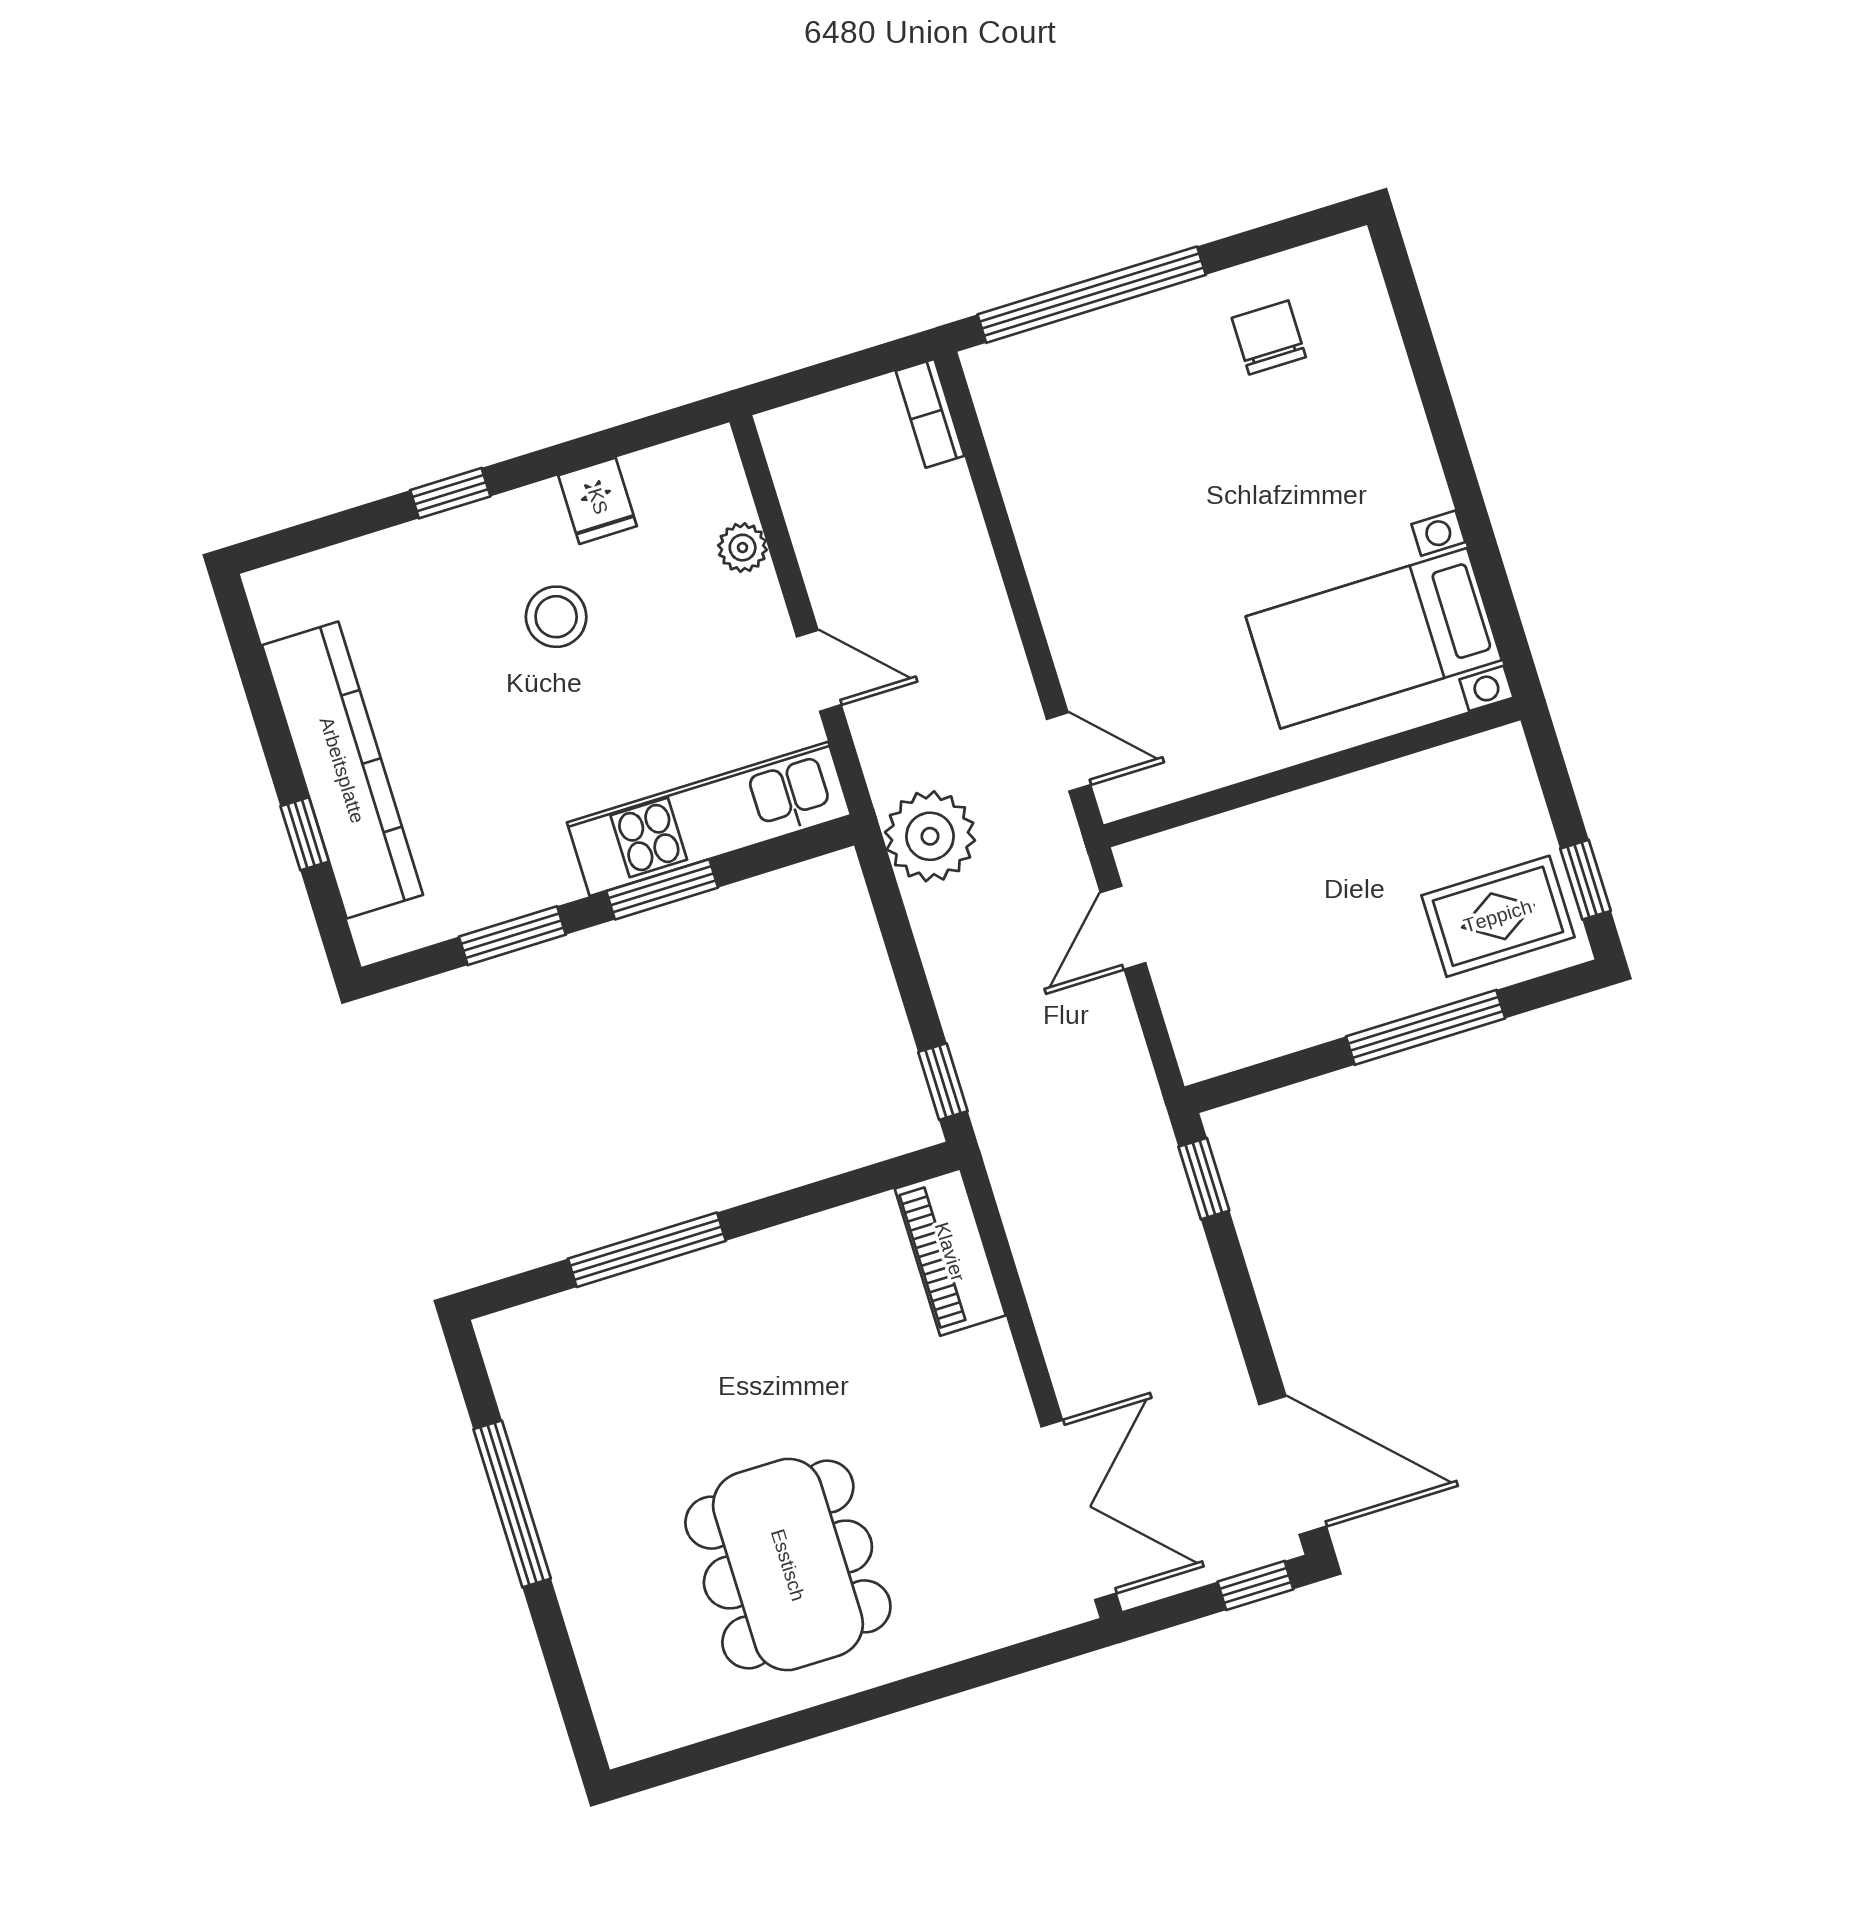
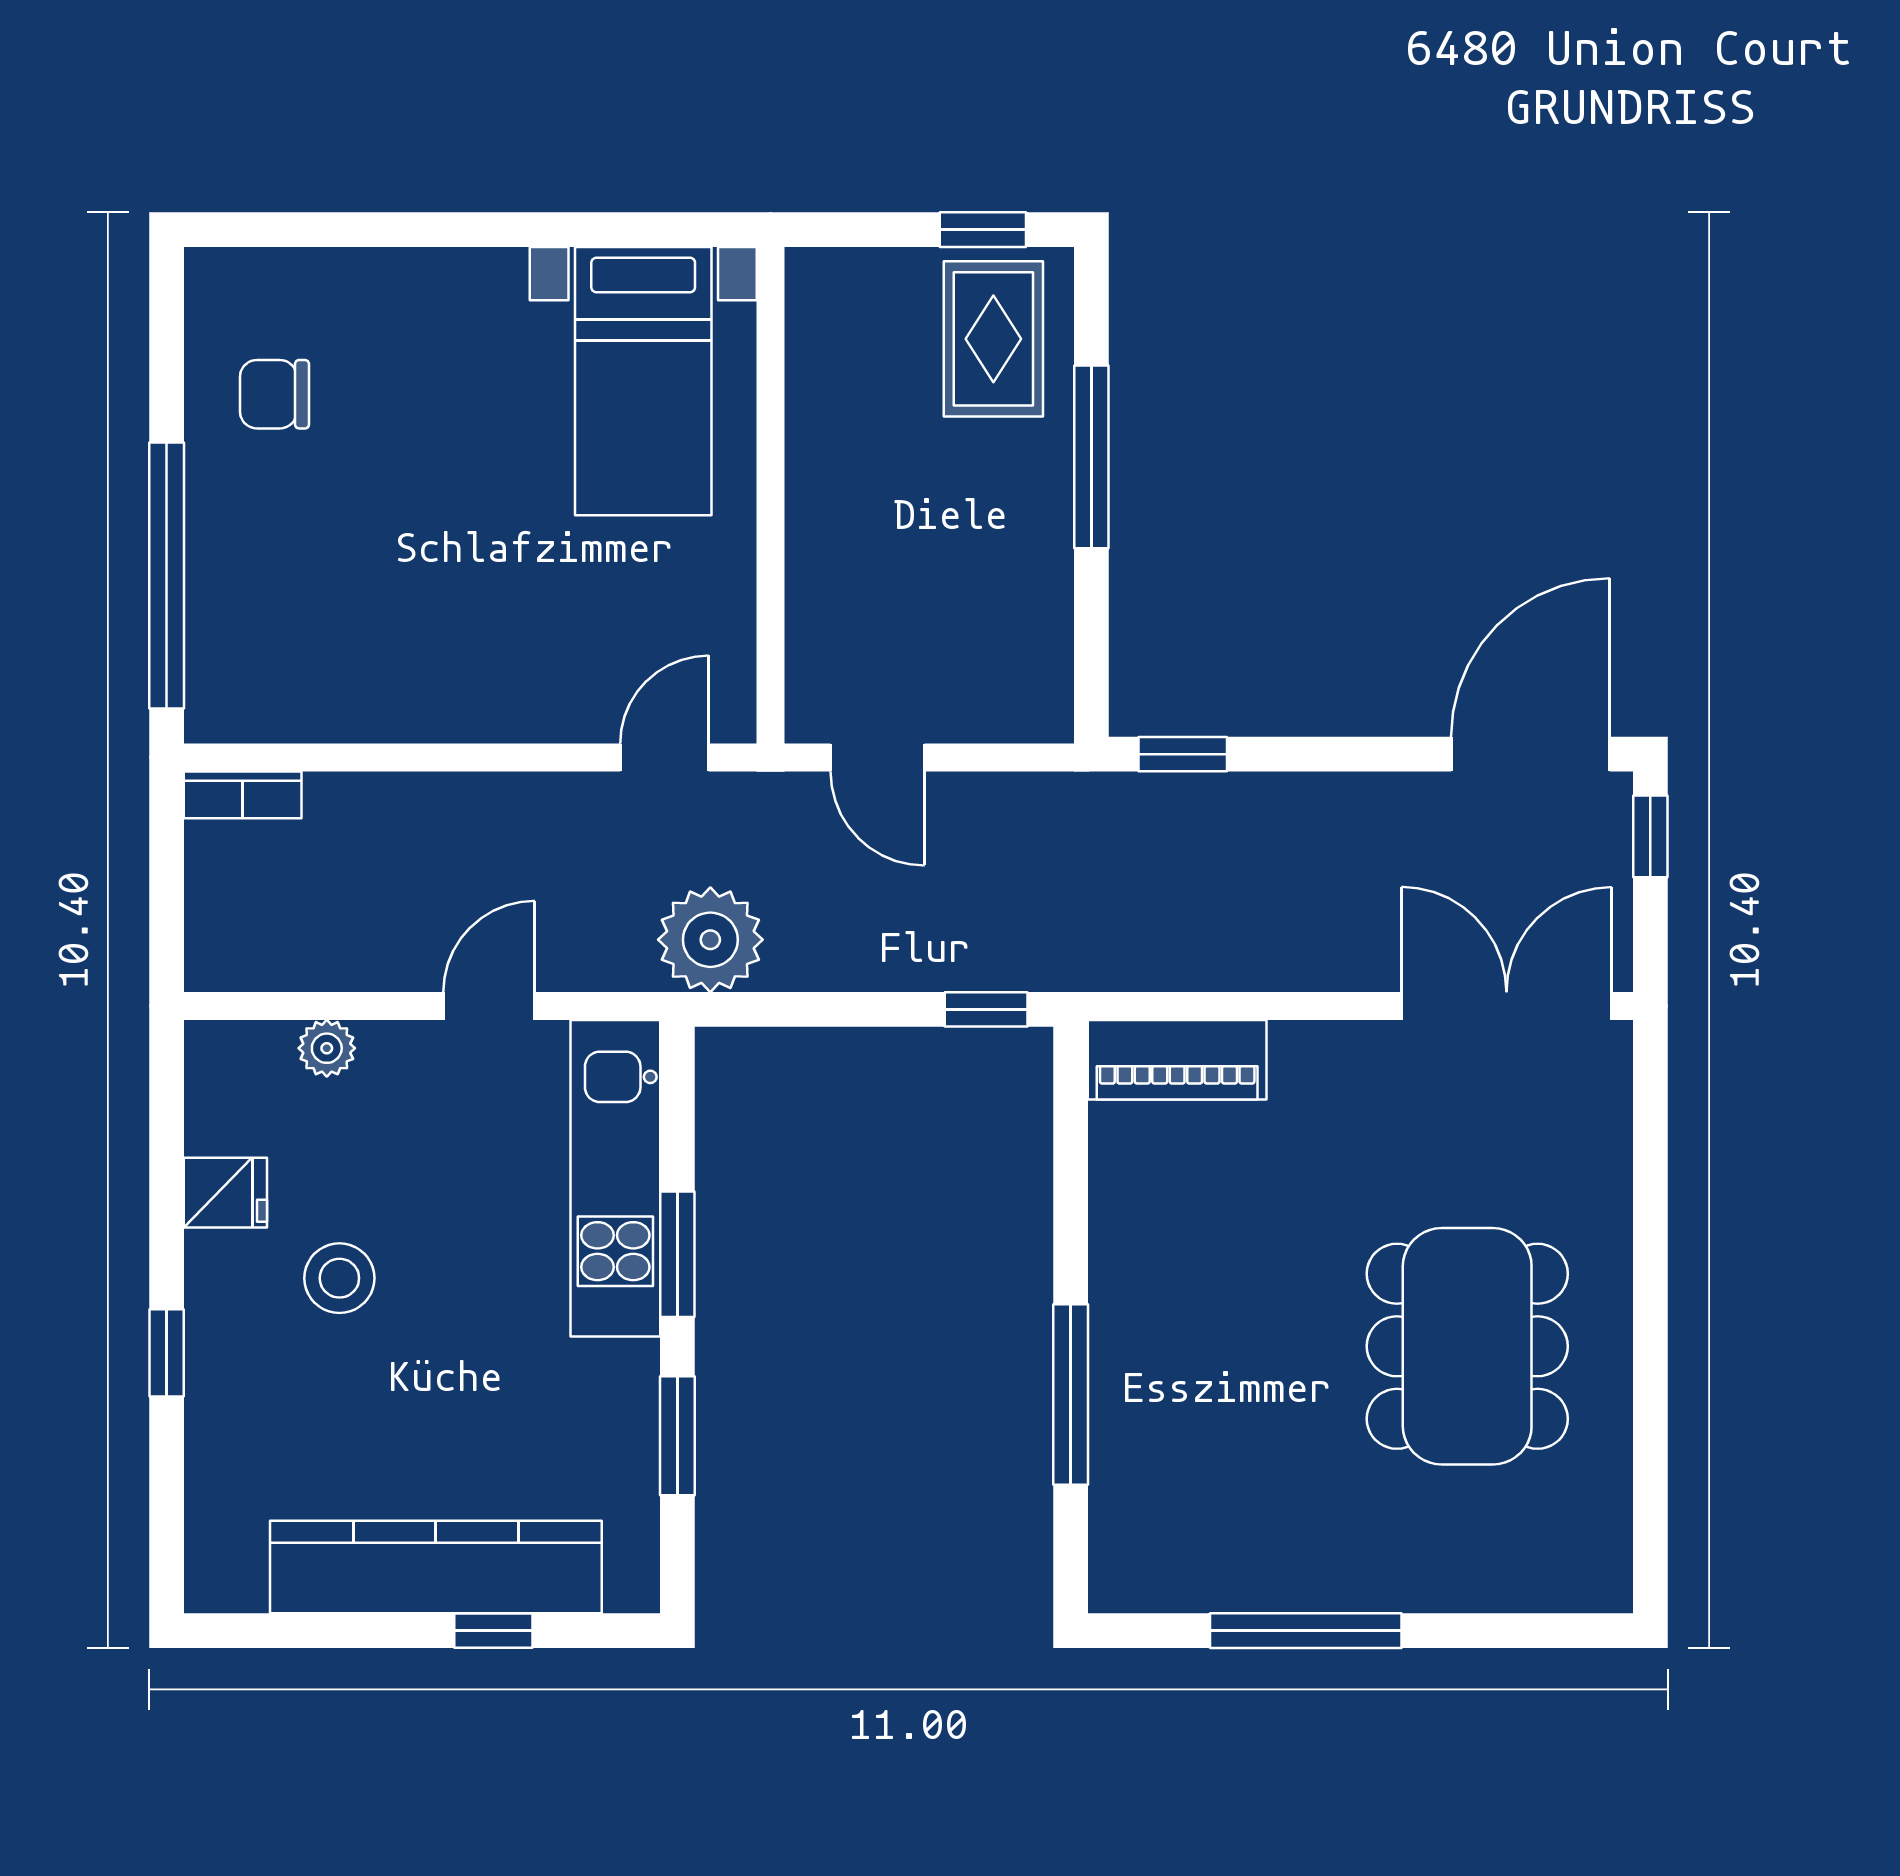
dining table: (788, 1565) -> (1467, 1346), turned 90

